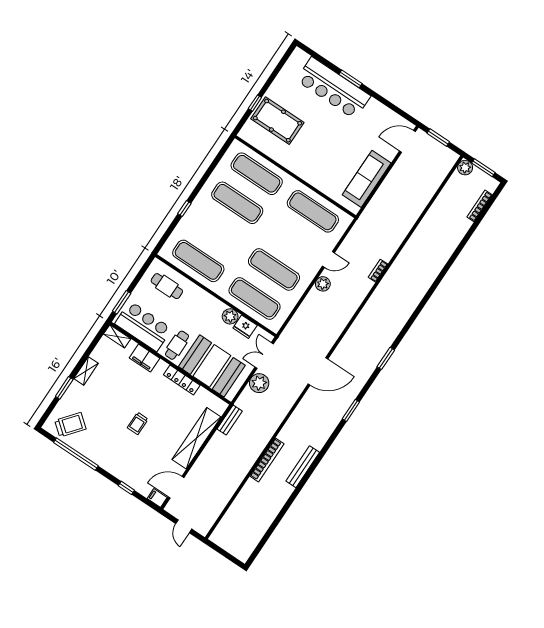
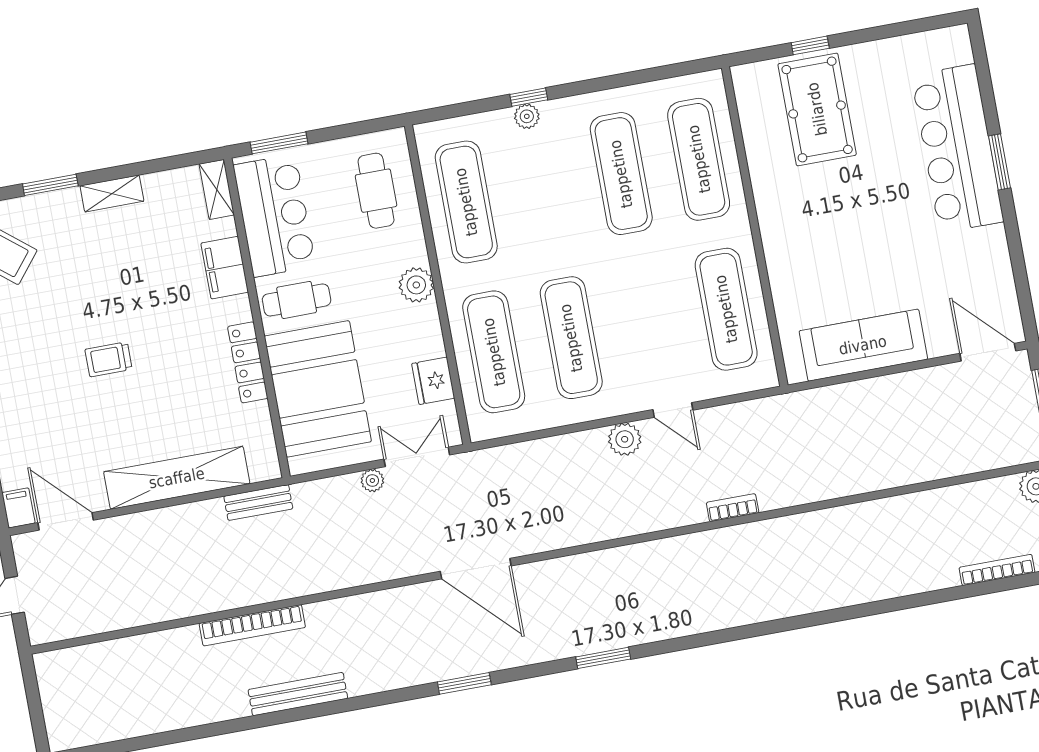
plant: (190, 215) -> (527, 116), added
plant: (230, 316) -> (416, 285), moved
plant: (259, 383) -> (372, 480), width x0.53, depth x0.53

